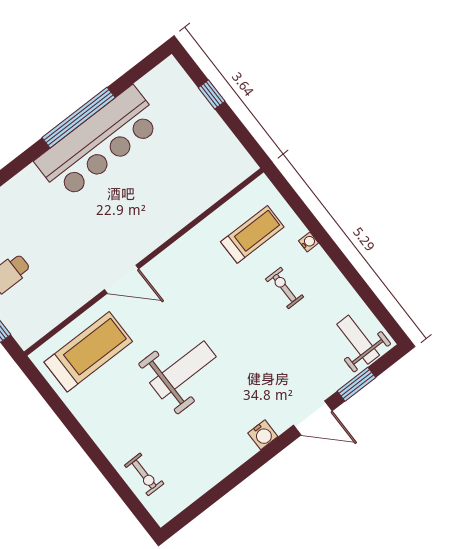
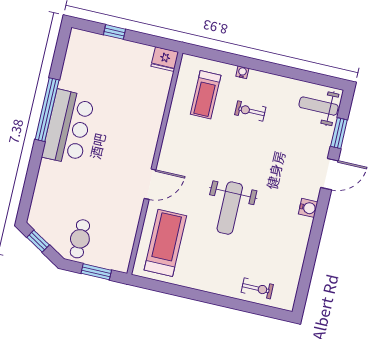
bar counter: (99, 143) -> (68, 127), width x0.73
fridge: (240, 164) -> (165, 59), added
treadmill: (252, 234) -> (206, 95), turned 180
weight bench: (183, 370) -> (230, 208), turned 180

